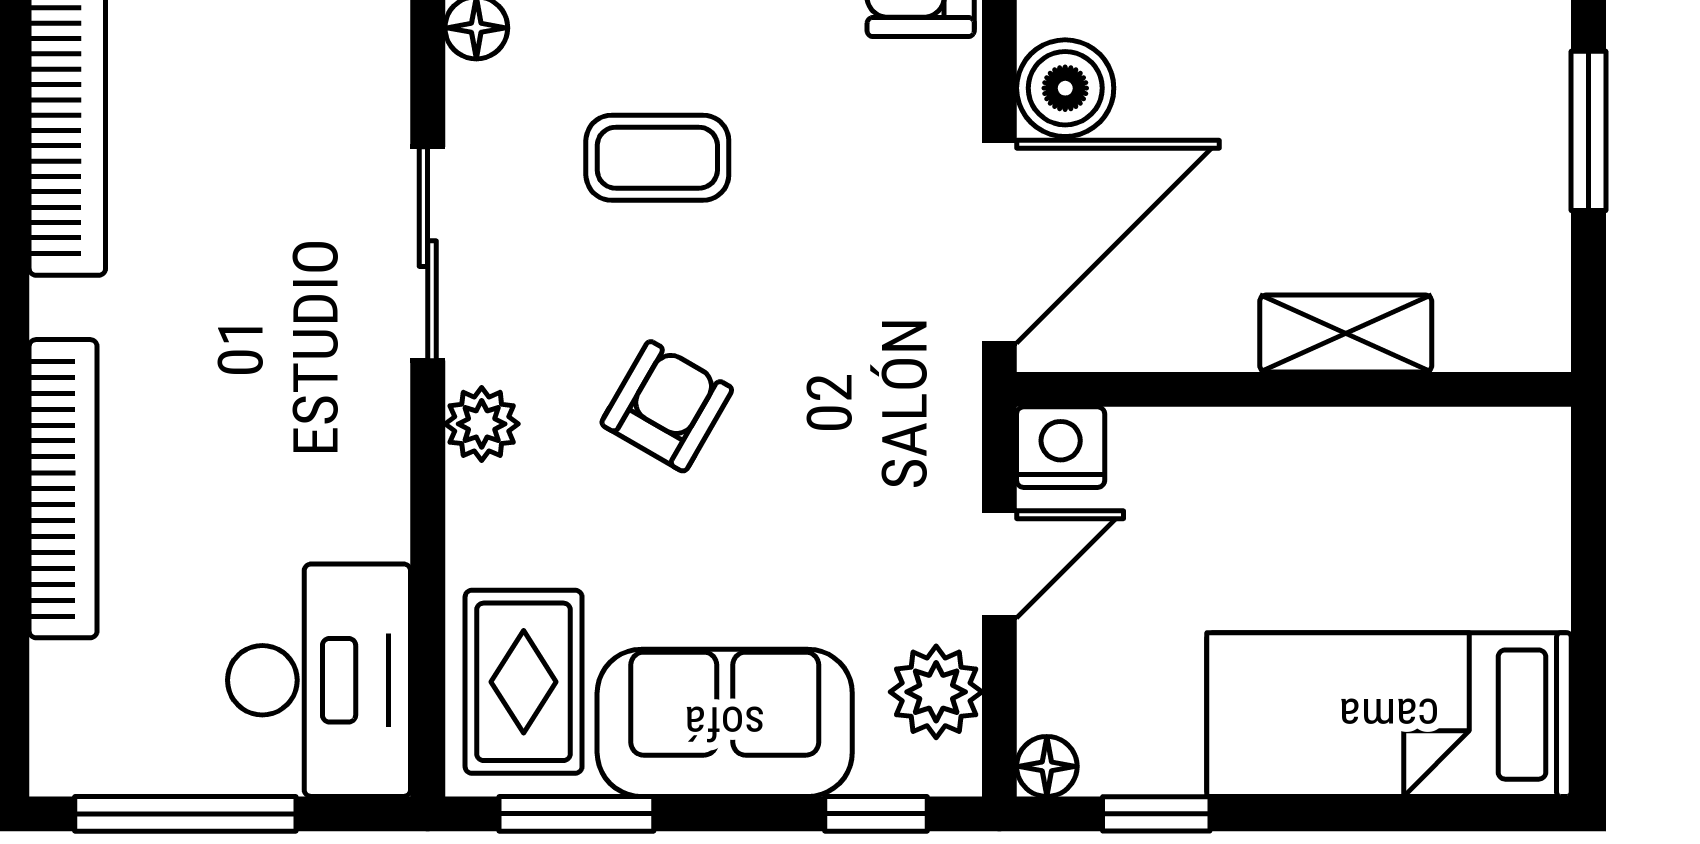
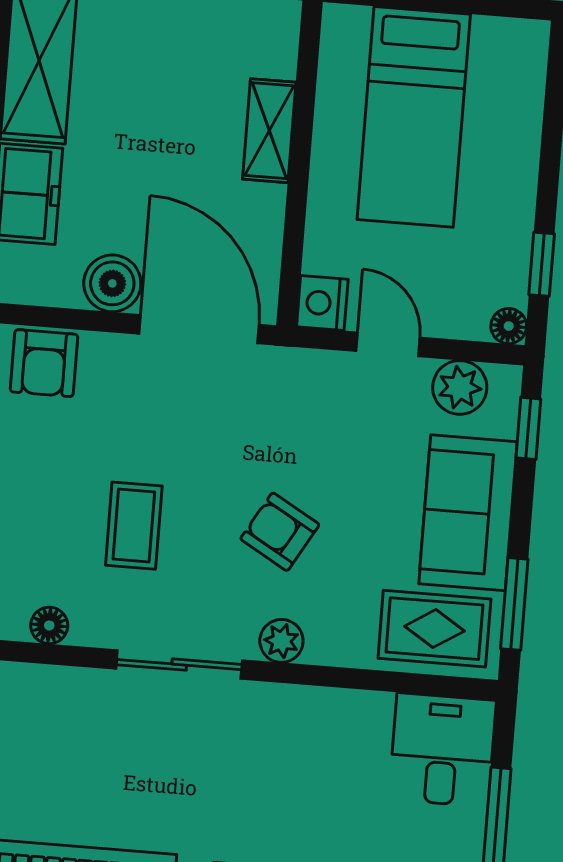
desk: (319, 680) -> (442, 750), width x0.73
bed: (1389, 715) -> (414, 117), moved

